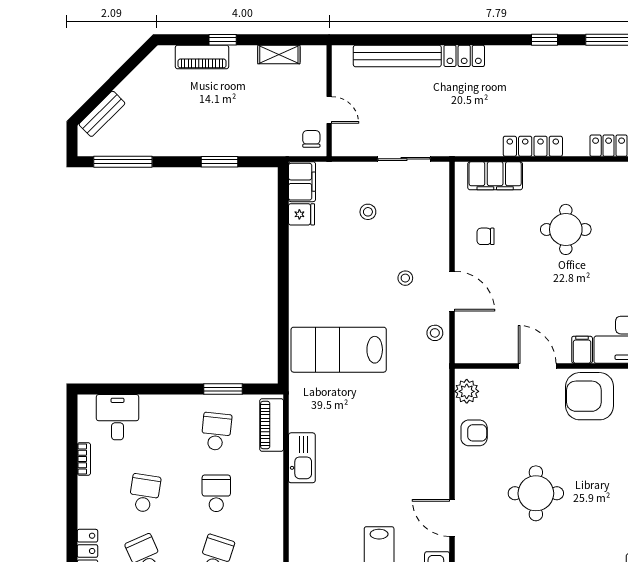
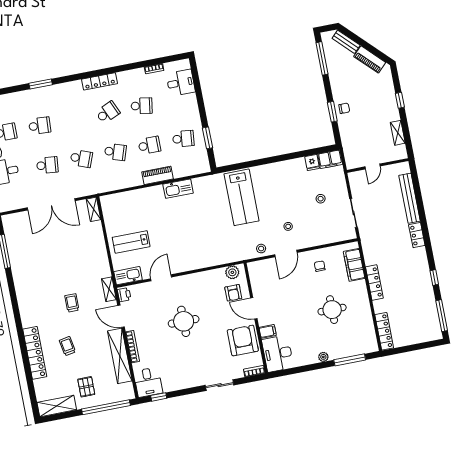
piano: (202, 57) -> (370, 59), moved, turned -45
chair: (311, 139) -> (344, 108), moved
lab bench: (339, 350) -> (242, 197), turned 180
door: (537, 366) -> (254, 308), swing flipped
piano: (272, 425) -> (158, 175), moved
armchair: (474, 433) -> (233, 293), moved

